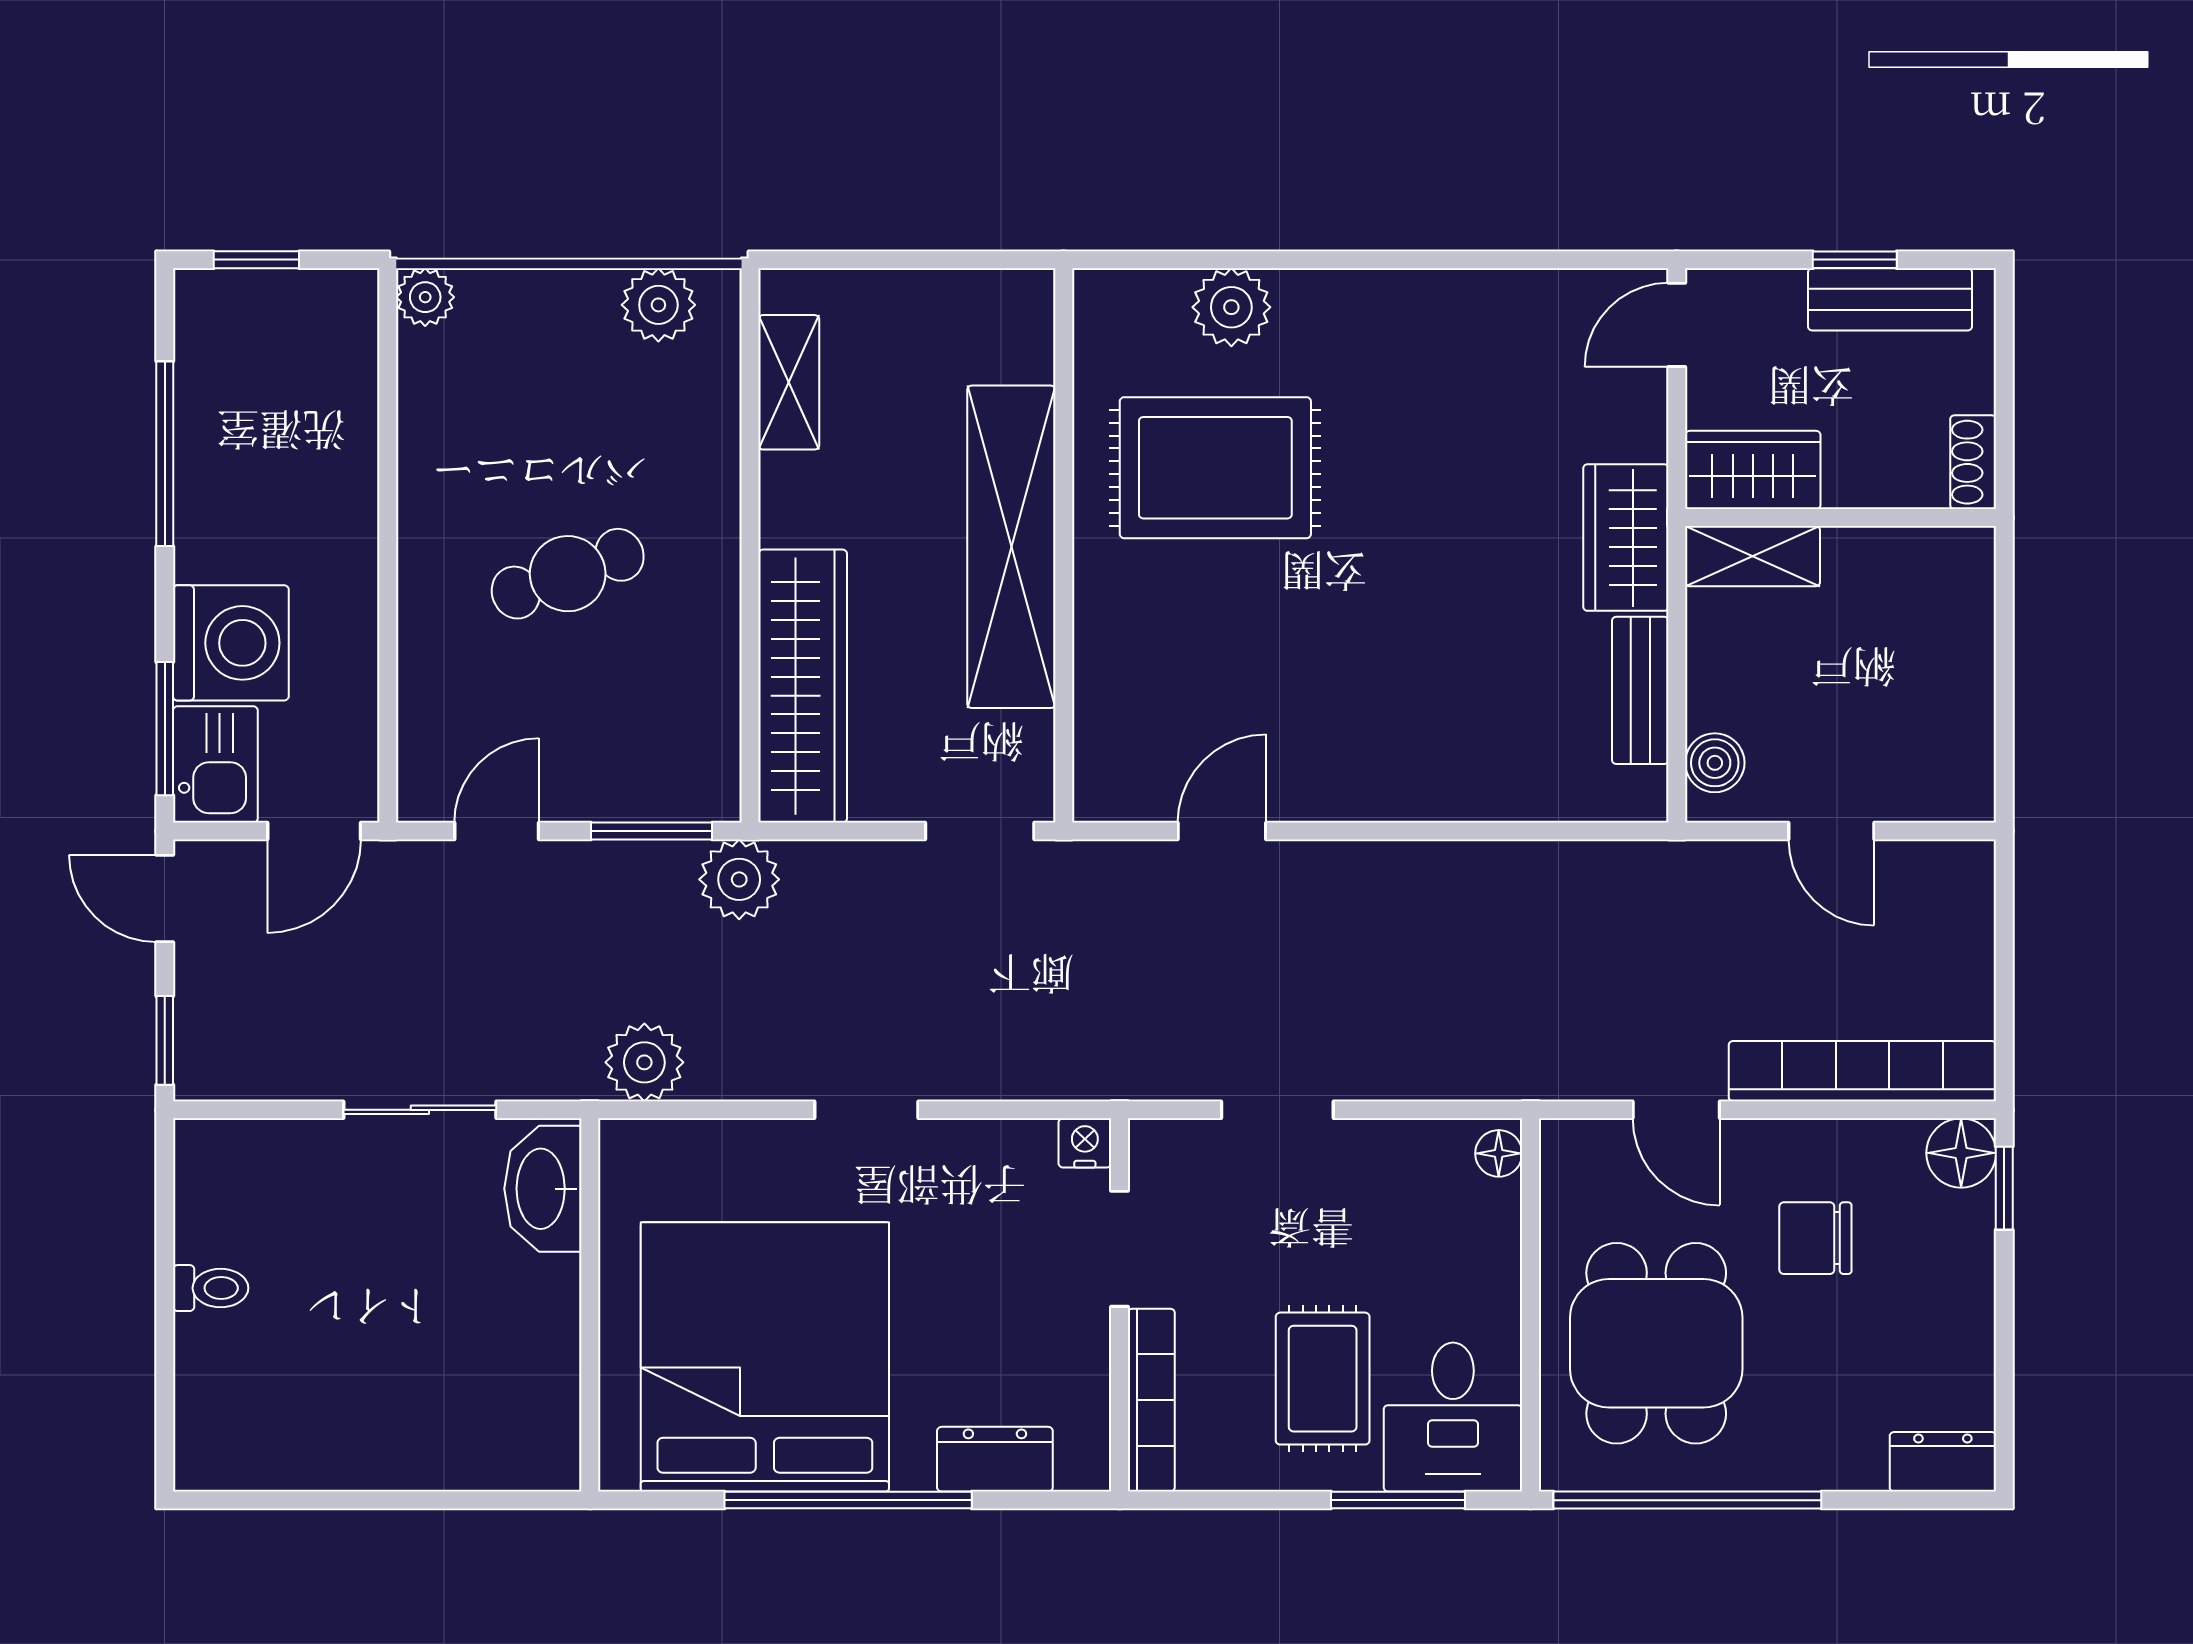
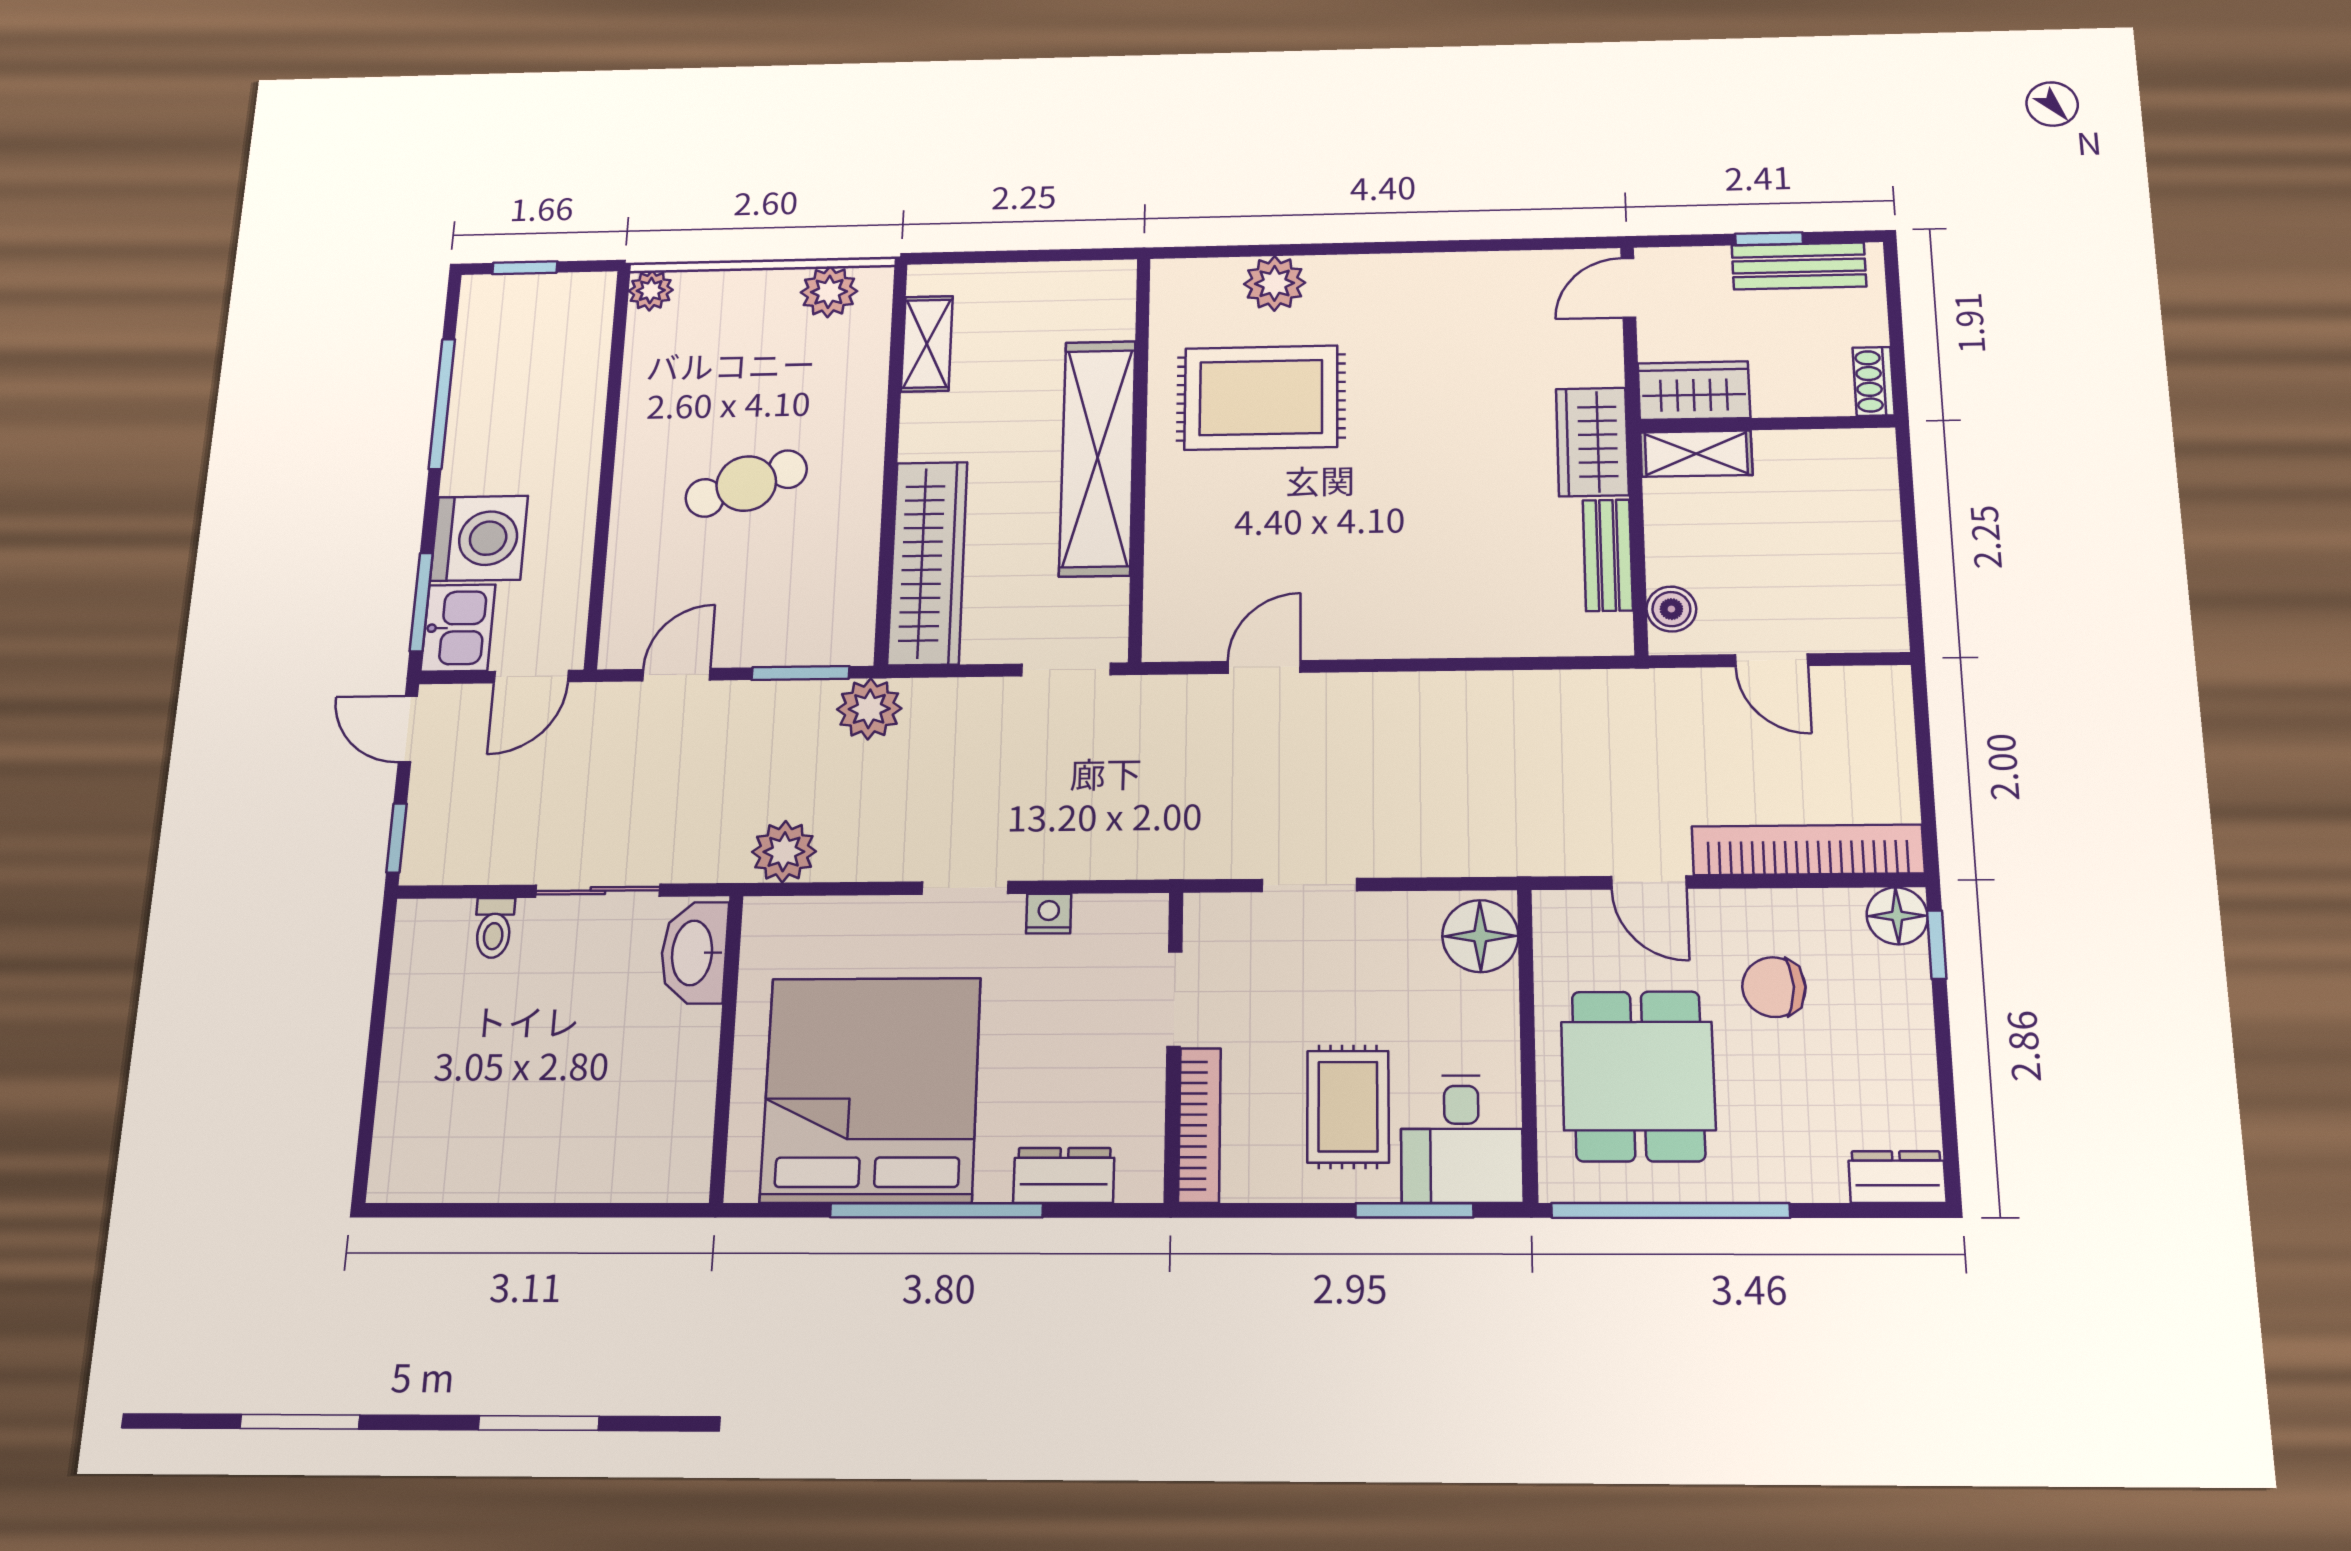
nightstand: (1085, 1143) -> (1049, 914), moved
floor lamp: (1499, 1153) -> (1480, 936), width x1.89, depth x1.89
toilet: (211, 1288) -> (494, 928), moved, turned 90

